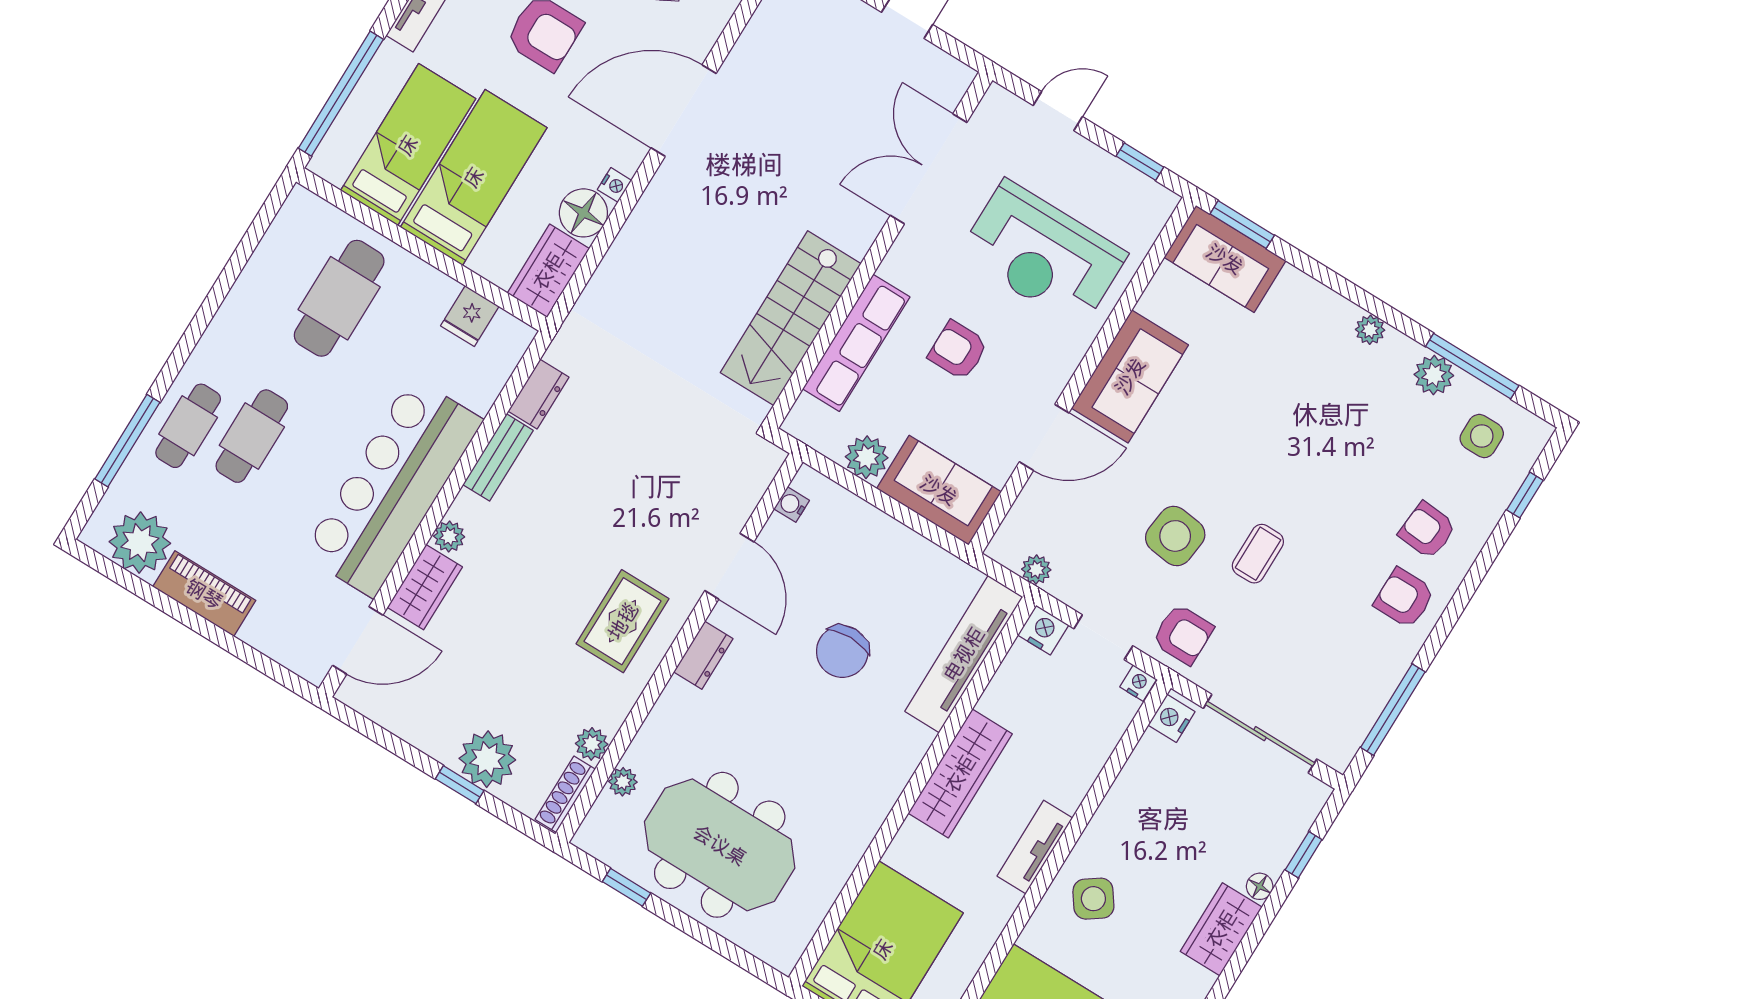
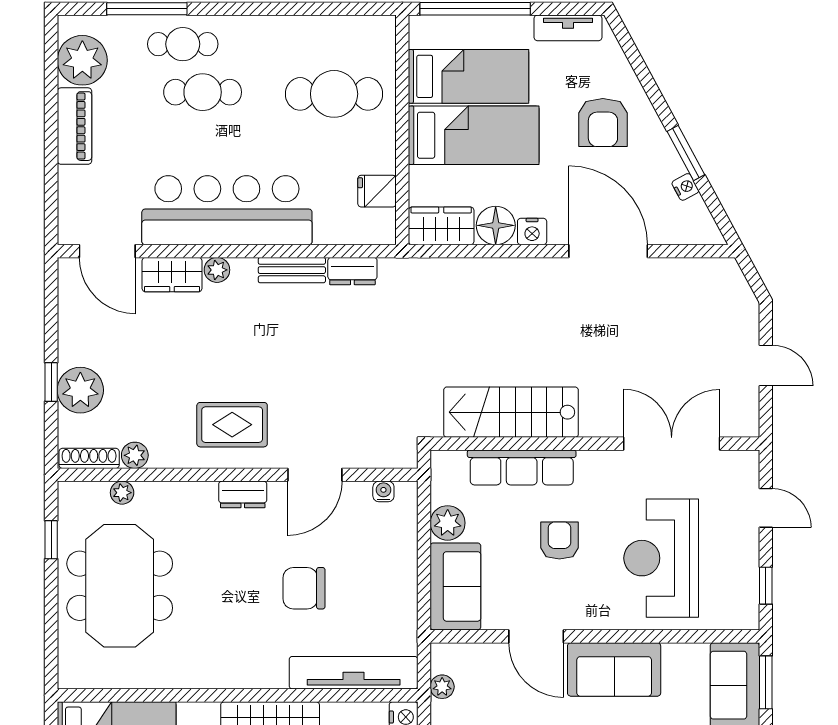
nightstand: (614, 185) -> (532, 232), width x1.39, depth x1.35

